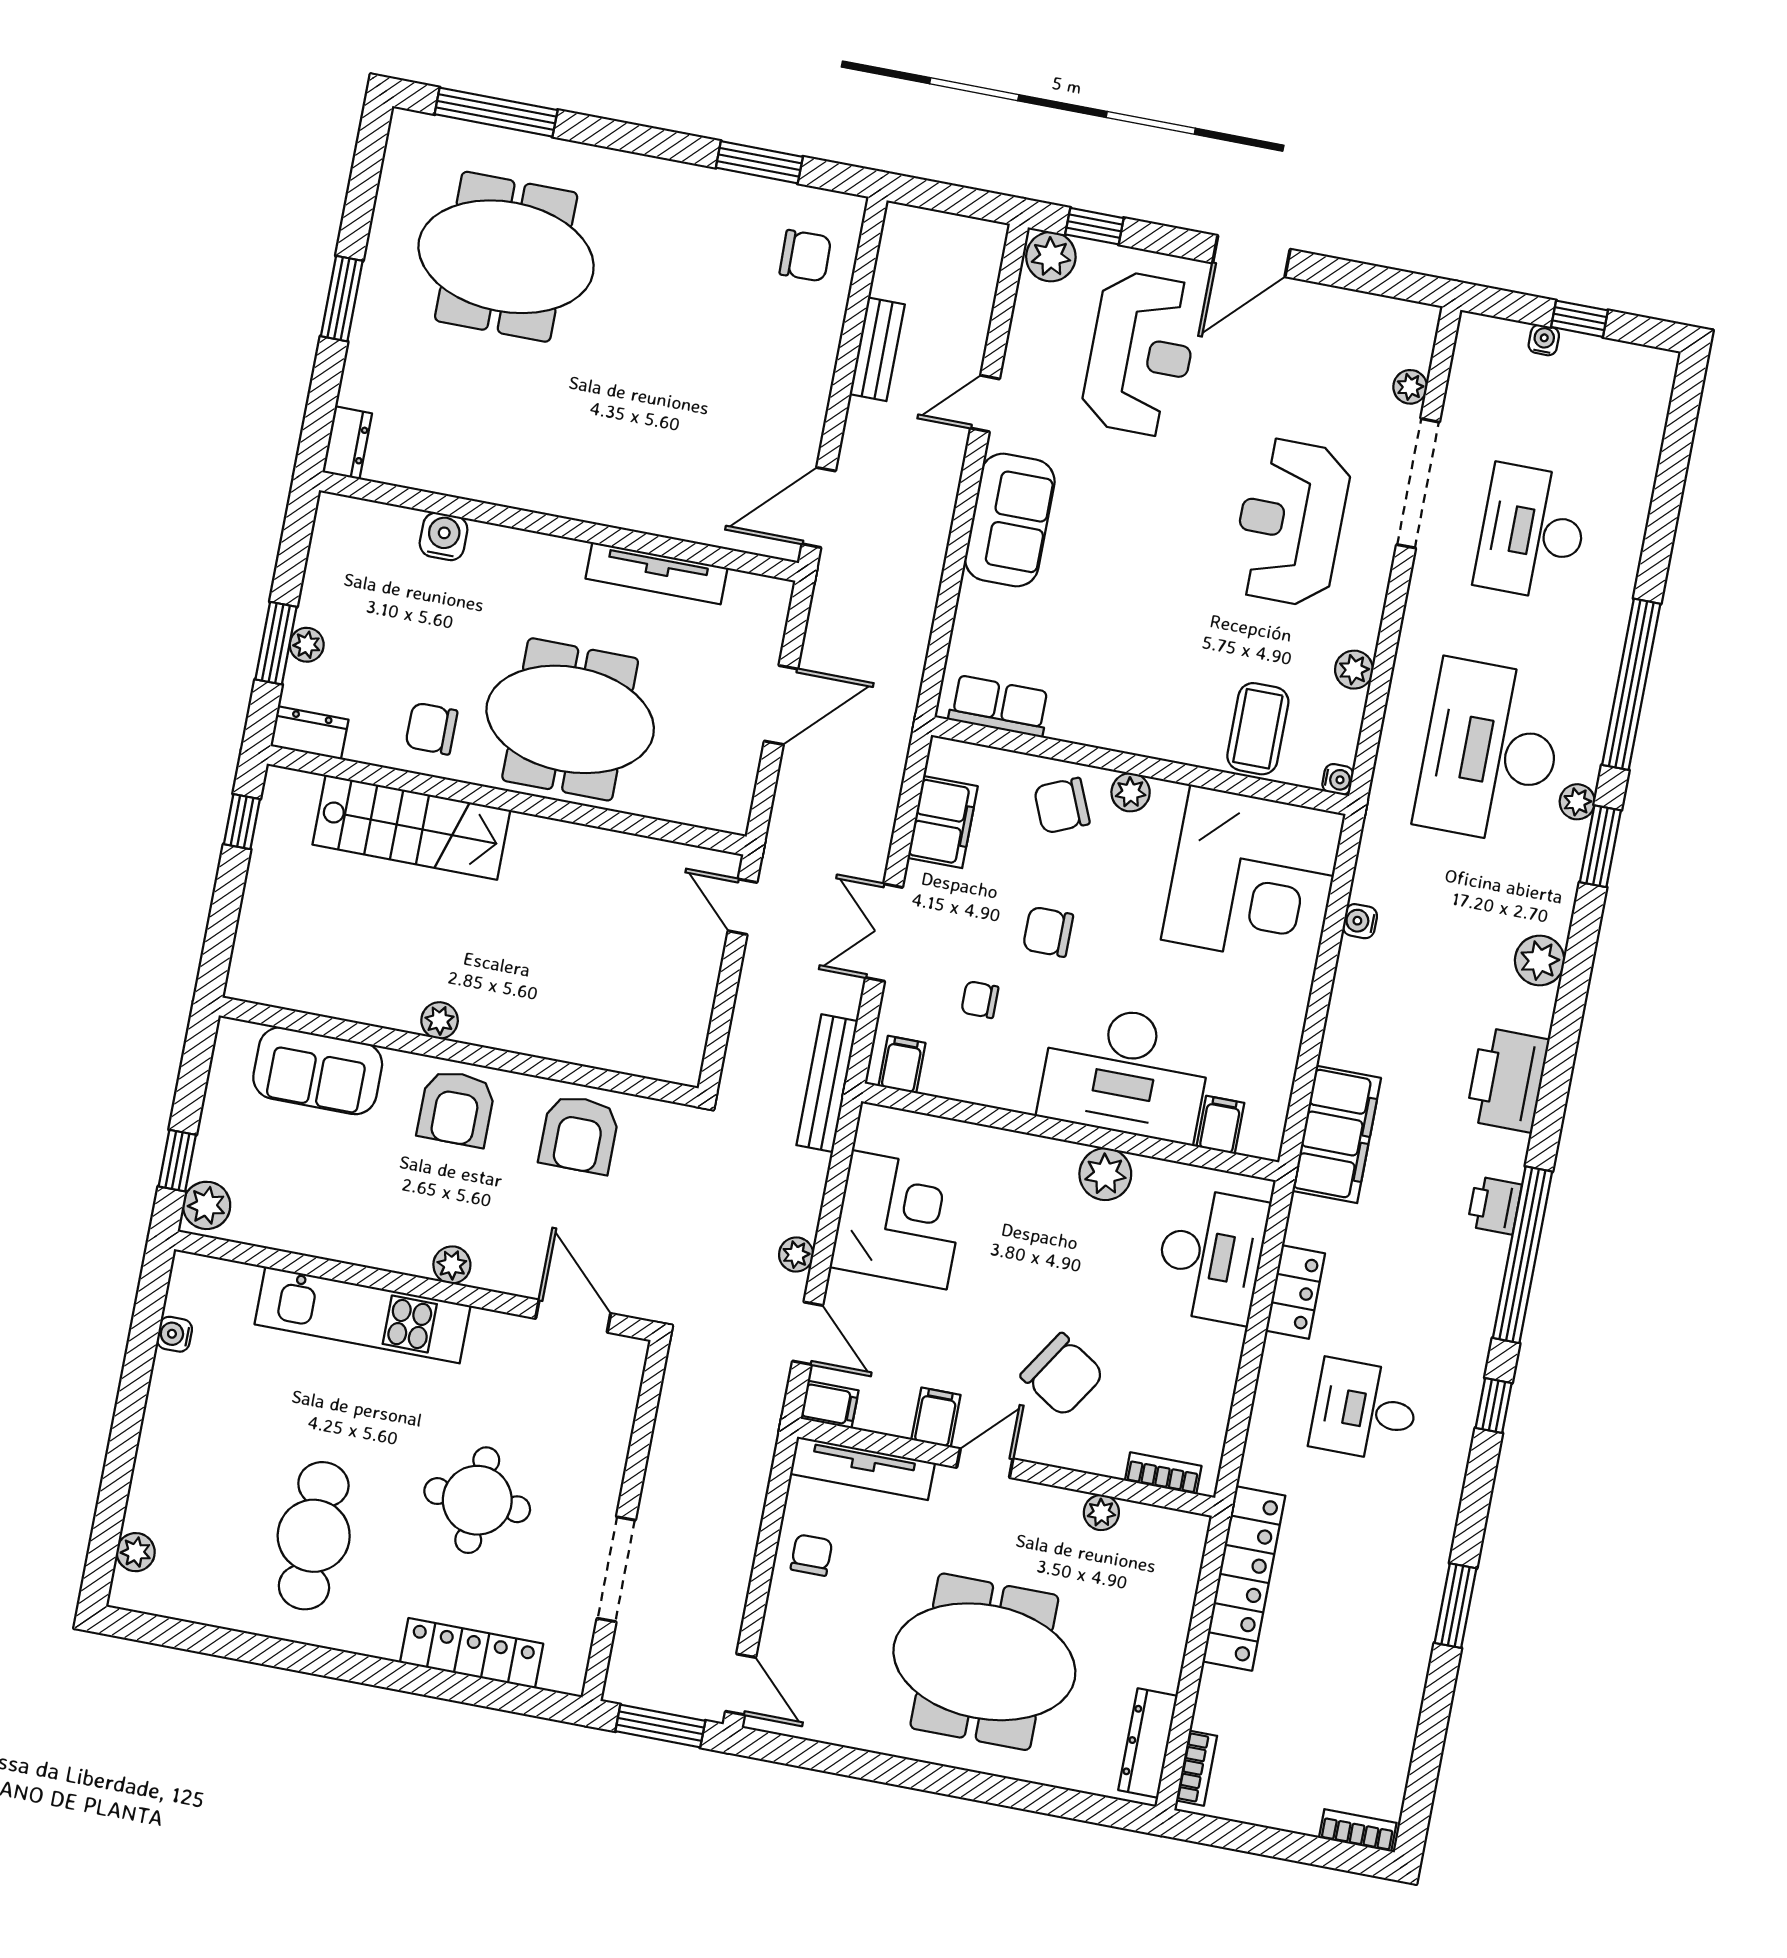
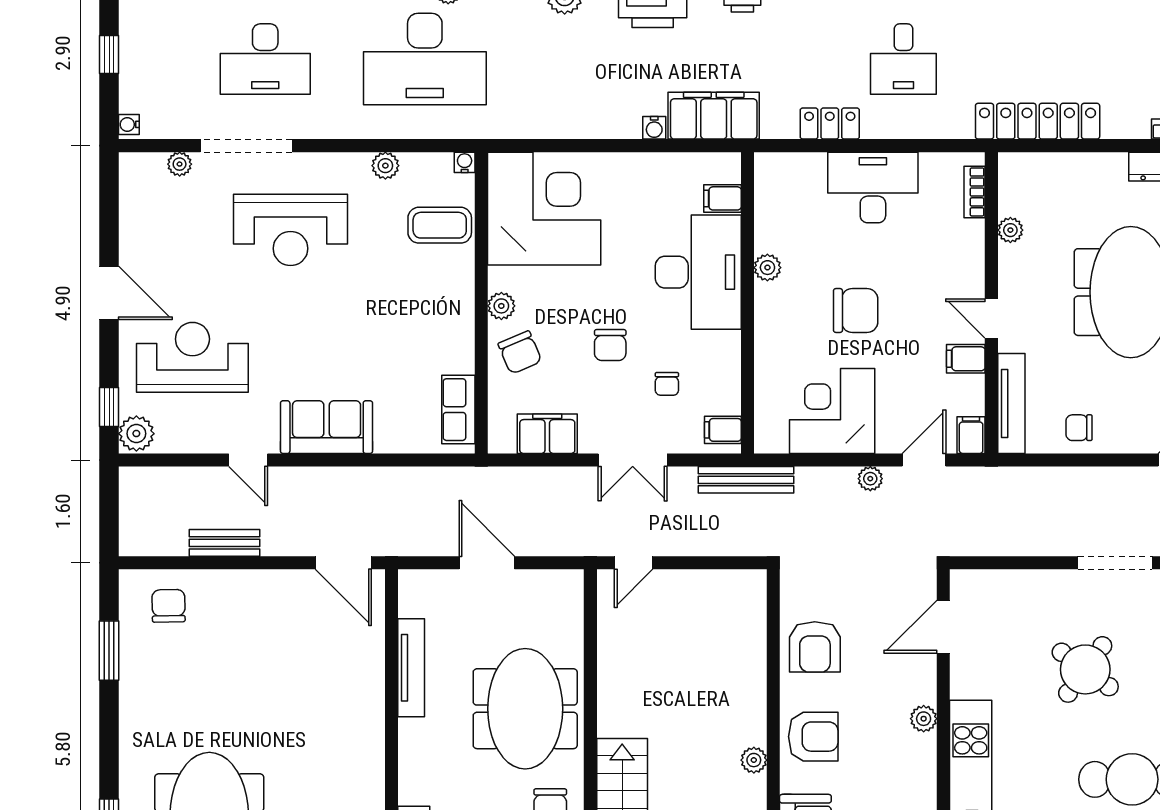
water cooler: (1544, 340) -> (129, 124), moved
water cooler: (1360, 921) -> (654, 128), moved
armchair: (579, 1134) -> (815, 647), turned 90
plant: (1105, 1174) -> (767, 268), width x0.73, depth x0.73
desk: (1211, 1256) -> (873, 187), moved
chair: (1062, 1375) -> (856, 311), moved, turned 57
round table: (477, 1500) -> (1085, 669), turned 34

